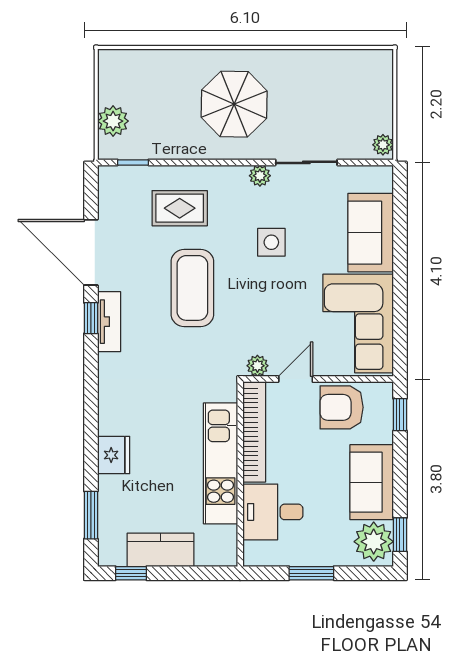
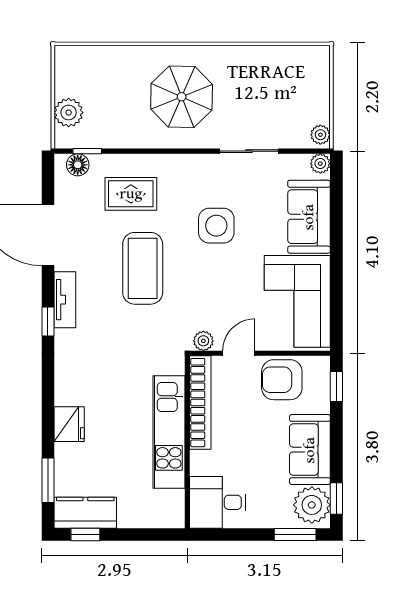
plant: (260, 176) -> (320, 164), moved
floor lamp: (123, 177) -> (78, 165), added
side table: (271, 242) -> (216, 226), width x1.37, depth x1.37
window: (91, 318) -> (48, 321), moved
desk: (273, 512) -> (218, 502), moved
kitchen counter: (160, 550) -> (85, 513), moved
window: (311, 573) -> (295, 534), moved

